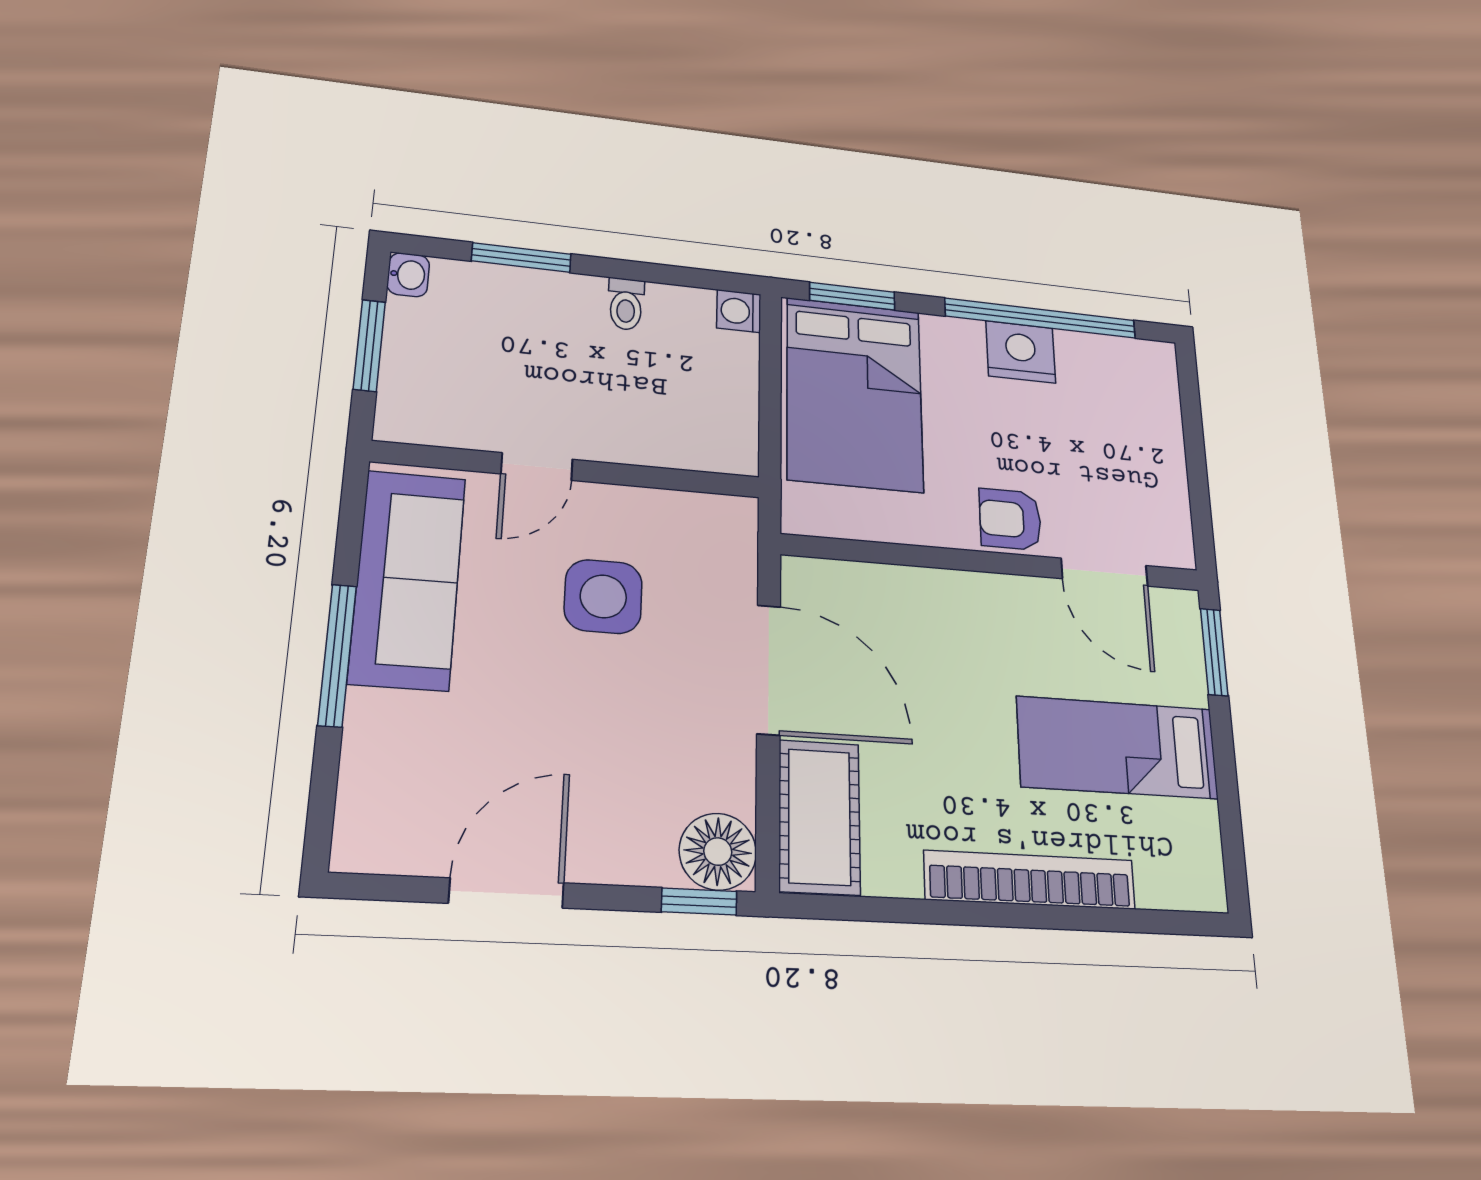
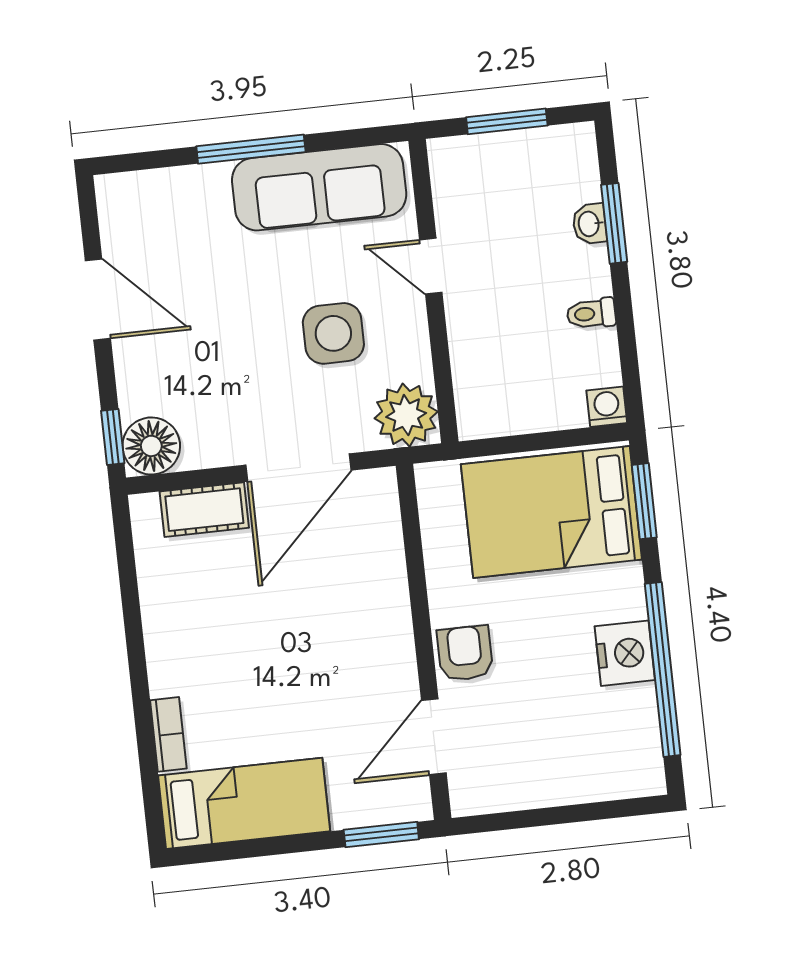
washbasin: (408, 275) -> (590, 224), moved, turned 90
plant: (719, 530) -> (406, 415), added
bed: (1117, 748) -> (244, 803), moved, turned 90
cot: (819, 817) -> (204, 510), width x0.73, depth x0.75
bookcase: (1030, 880) -> (168, 734), width x0.43, depth x0.76

